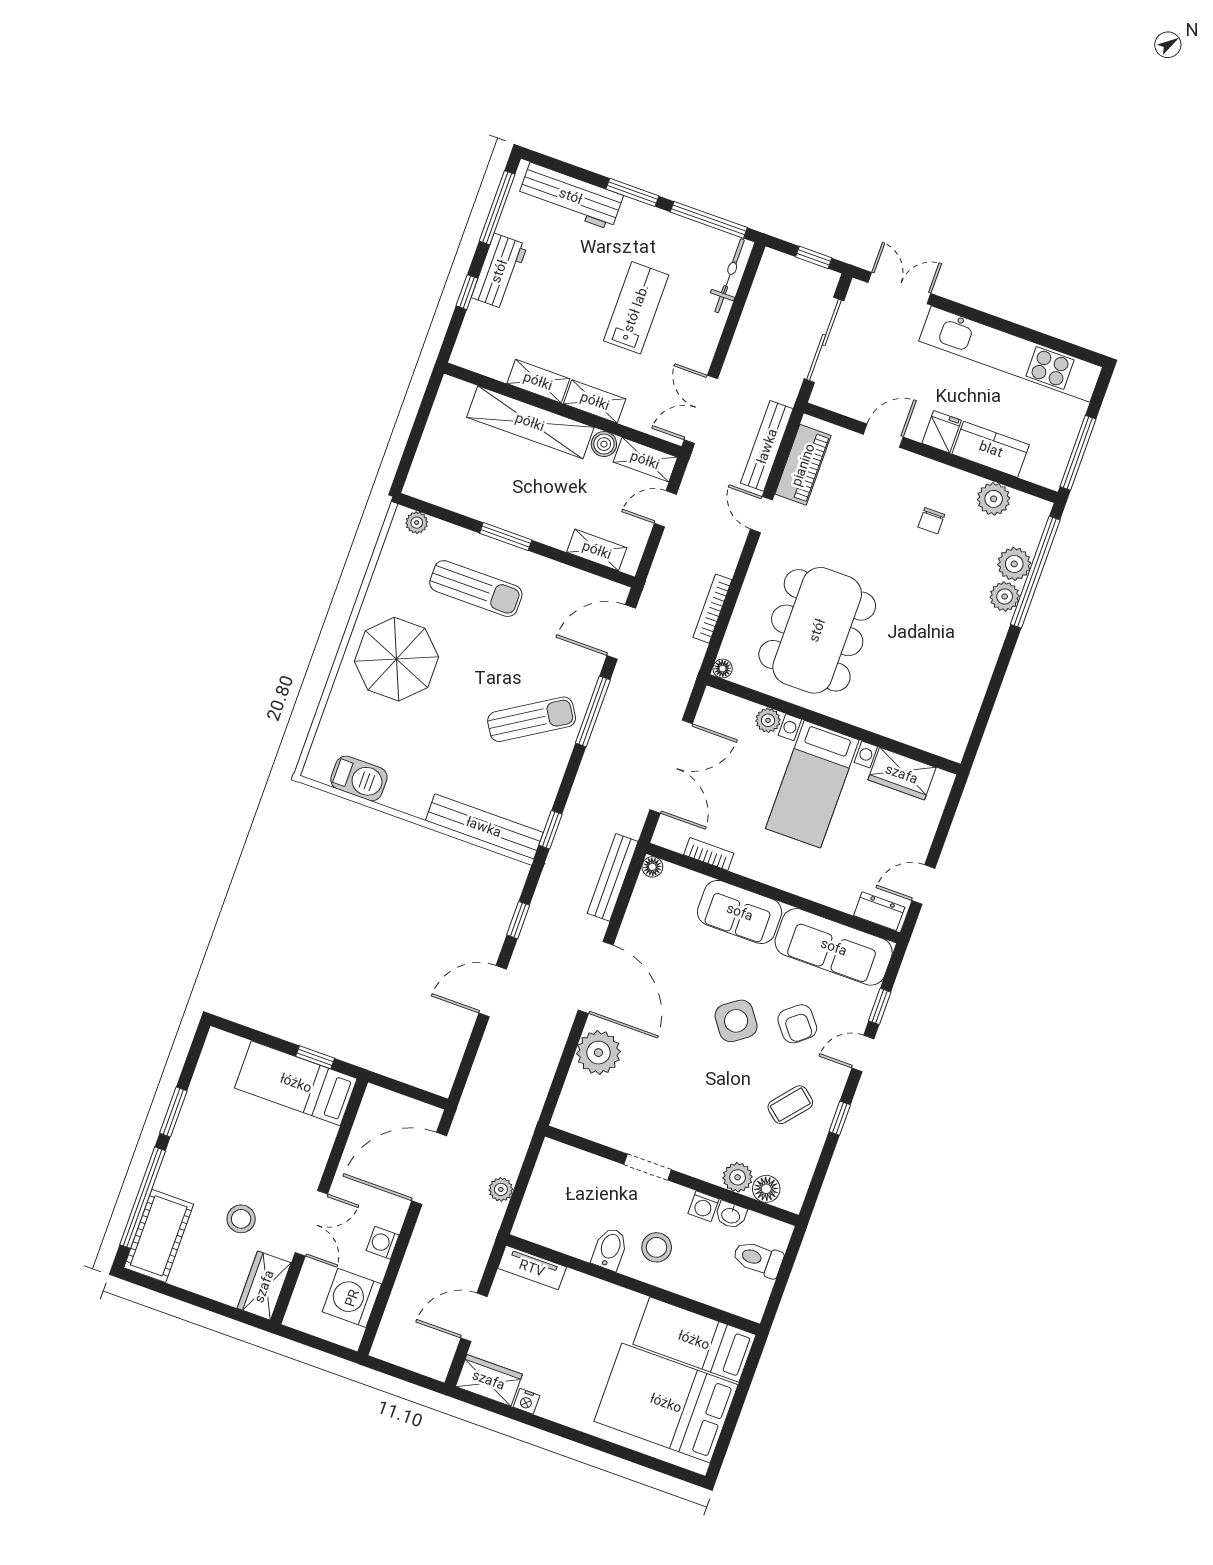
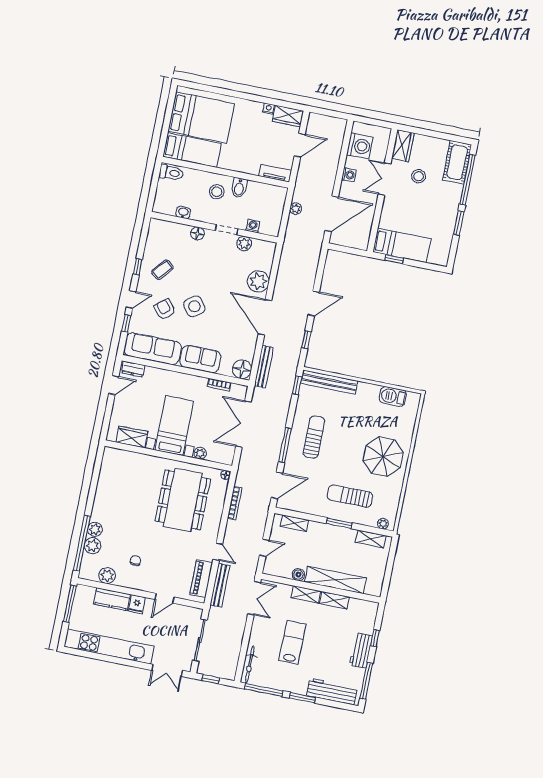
lab bench: (636, 308) -> (292, 642), turned 180
shelving: (645, 460) -> (371, 539), moved
sun lounger: (532, 719) -> (314, 437), turned 122
floor lamp: (652, 867) -> (242, 369), width x1.89, depth x1.89
plant: (738, 1177) -> (244, 244), moved
floor lamp: (766, 1189) -> (197, 233), moved
washing machine: (704, 1206) -> (253, 226), moved
toilet: (758, 1259) -> (171, 173), moved

